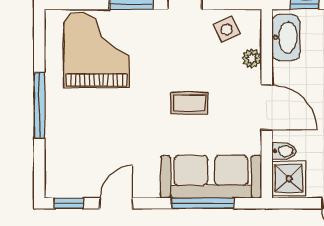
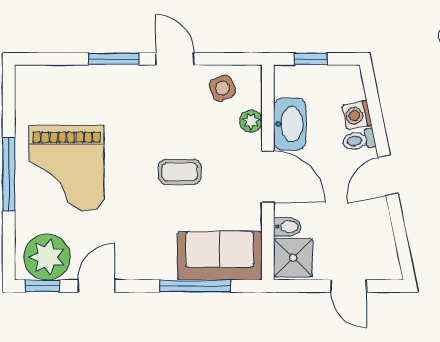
washbasin: (286, 37) -> (290, 124), moved
grand piano: (97, 50) -> (67, 168), moved, turned 180
sofa: (211, 177) -> (220, 256), width x0.73
plant: (73, 178) -> (47, 257), added

